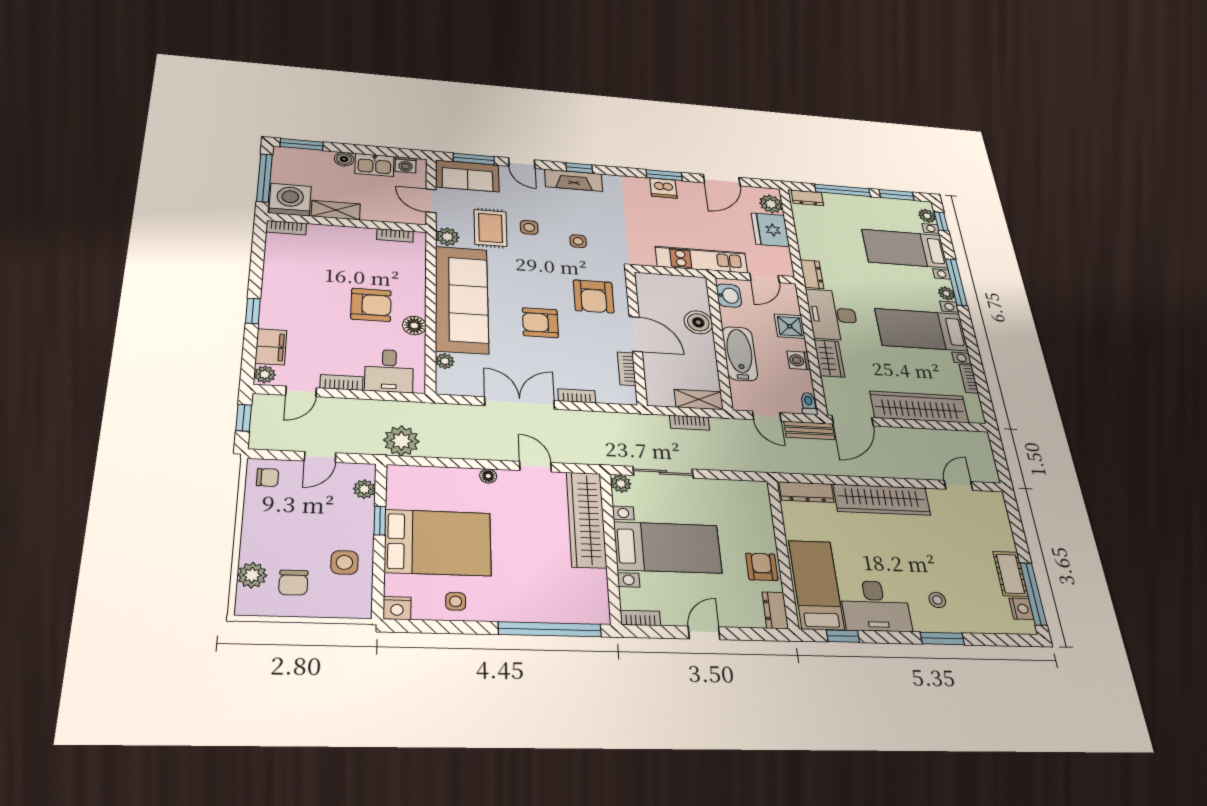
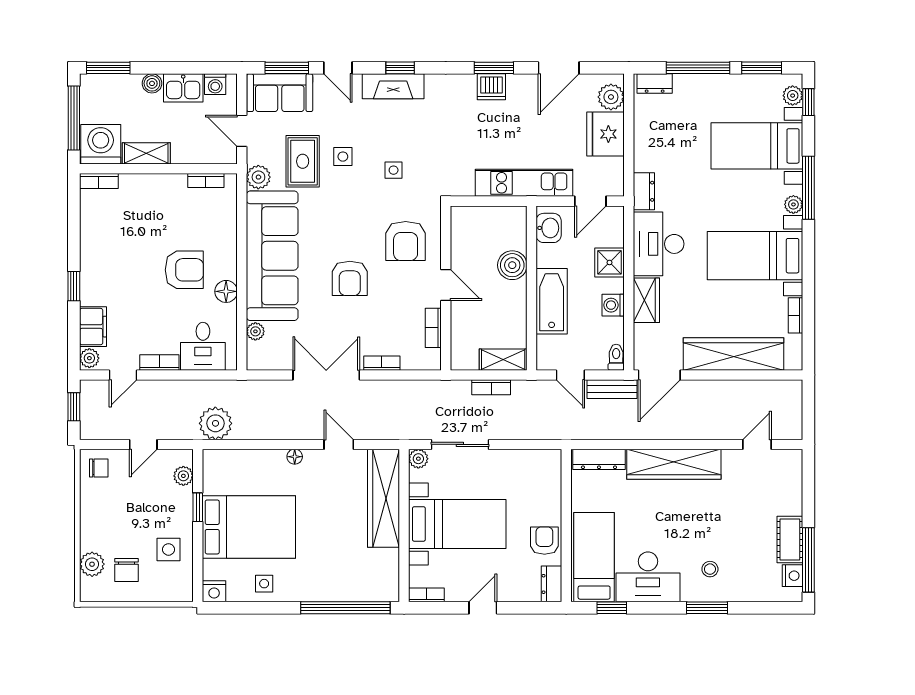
armchair: (540, 323) -> (350, 278), turned -90
door: (636, 334) -> (446, 285), width x0.73

